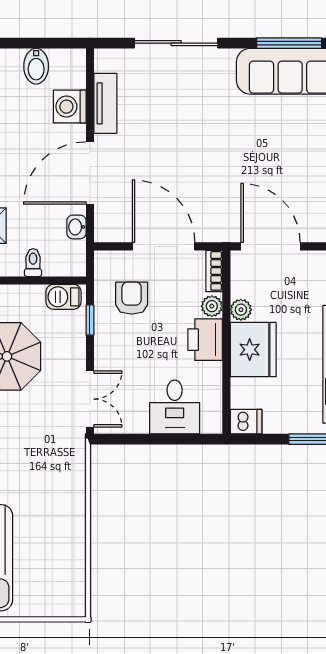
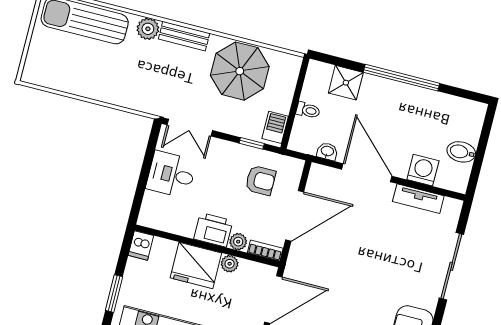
desk: (175, 407) -> (171, 175), moved

